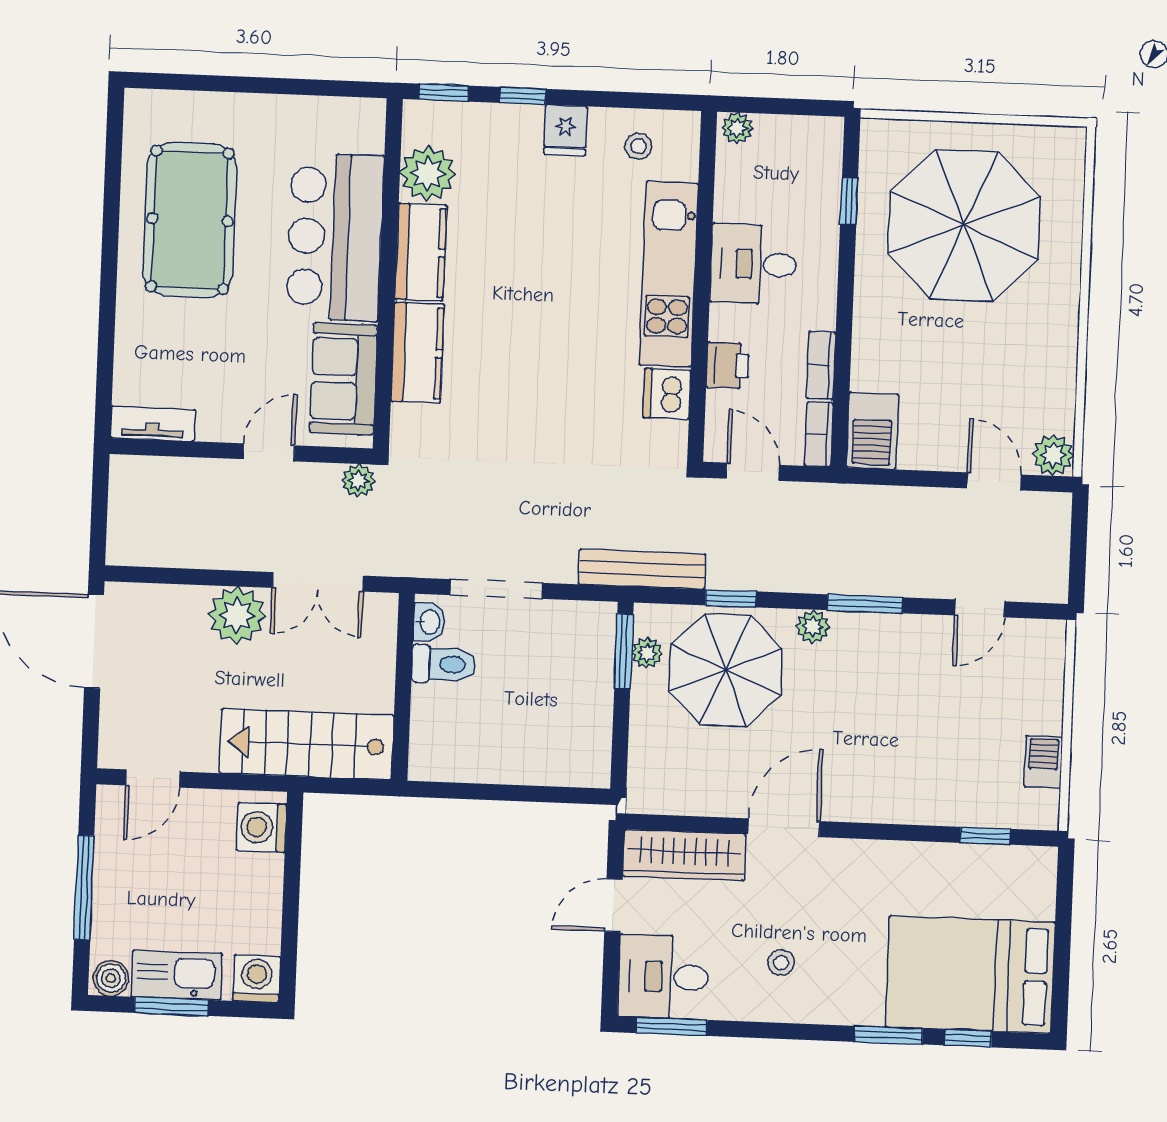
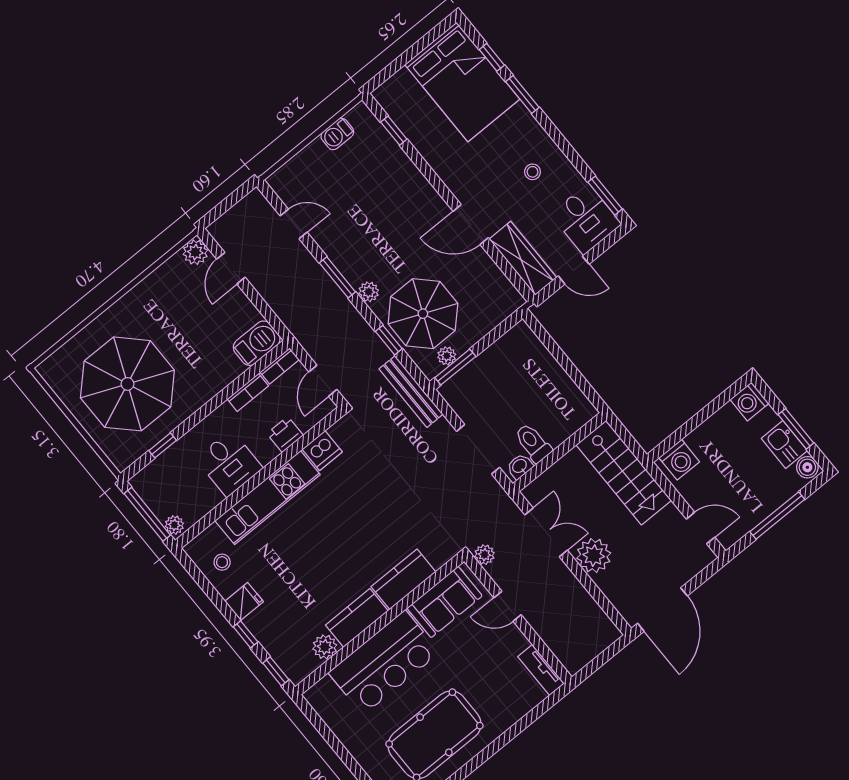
window: (781, 106) -> (147, 514), added
plant: (428, 173) -> (325, 647), width x0.73, depth x0.73
kitchen sink: (177, 975) -> (784, 445), width x0.73

